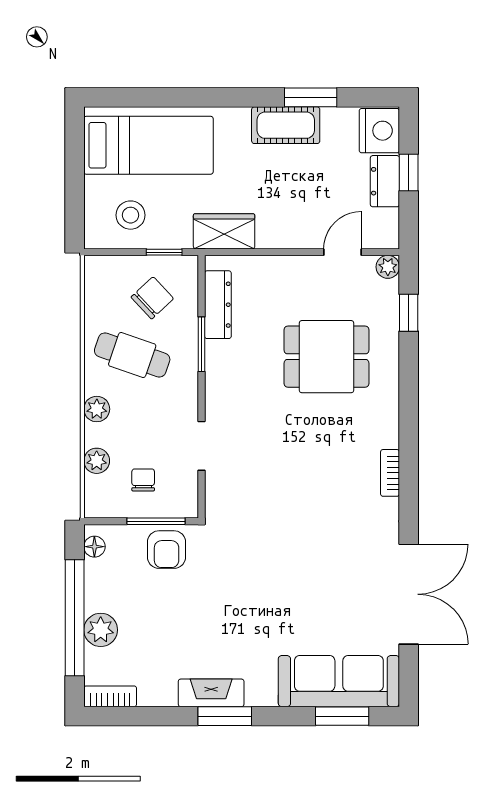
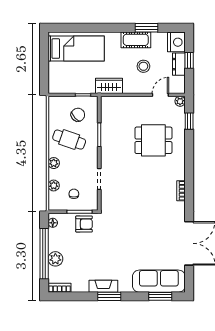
stool: (131, 215) -> (143, 66), moved
dresser: (218, 305) -> (106, 118), removed
armchair: (167, 550) -> (84, 224), turned -90

